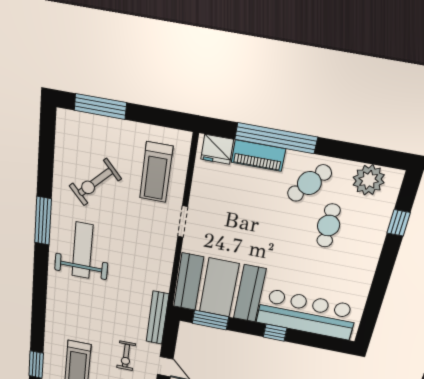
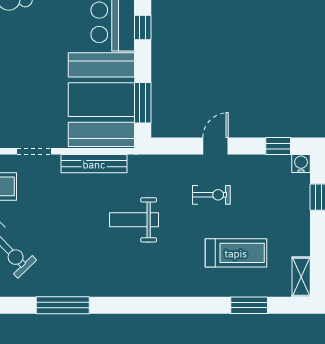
weight bench: (82, 250) -> (134, 220), moved, width x0.73, depth x0.75
bench: (157, 318) -> (94, 164), moved

